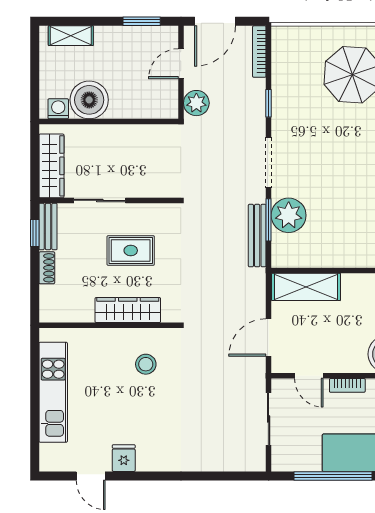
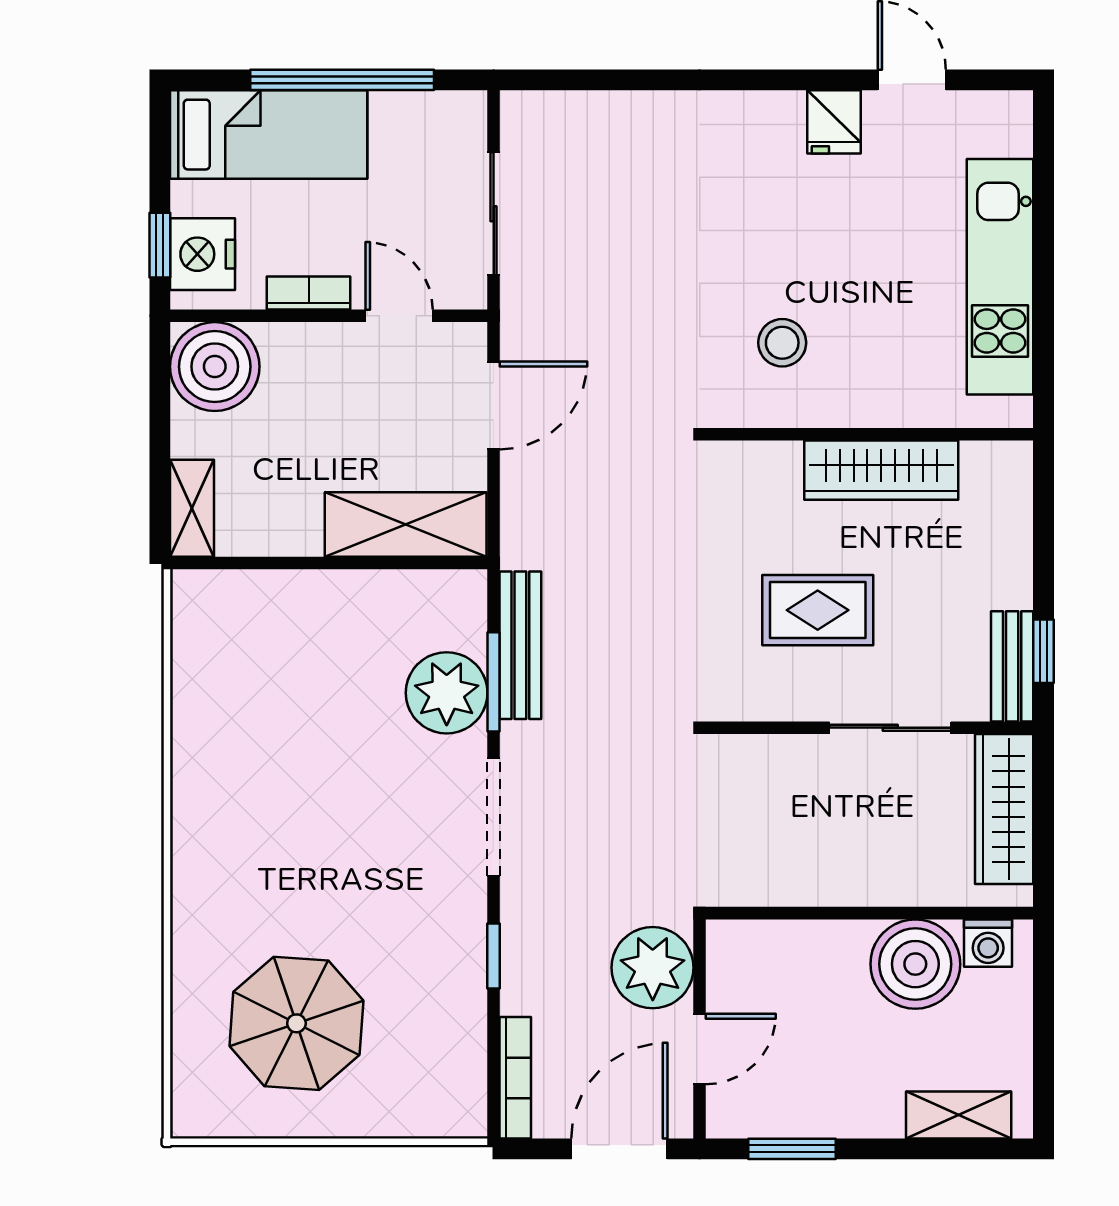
plant: (196, 103) -> (653, 968), width x1.36, depth x1.36
shoe rack: (47, 268) -> (1015, 569), removed
wardrobe: (128, 310) -> (881, 470), moved

